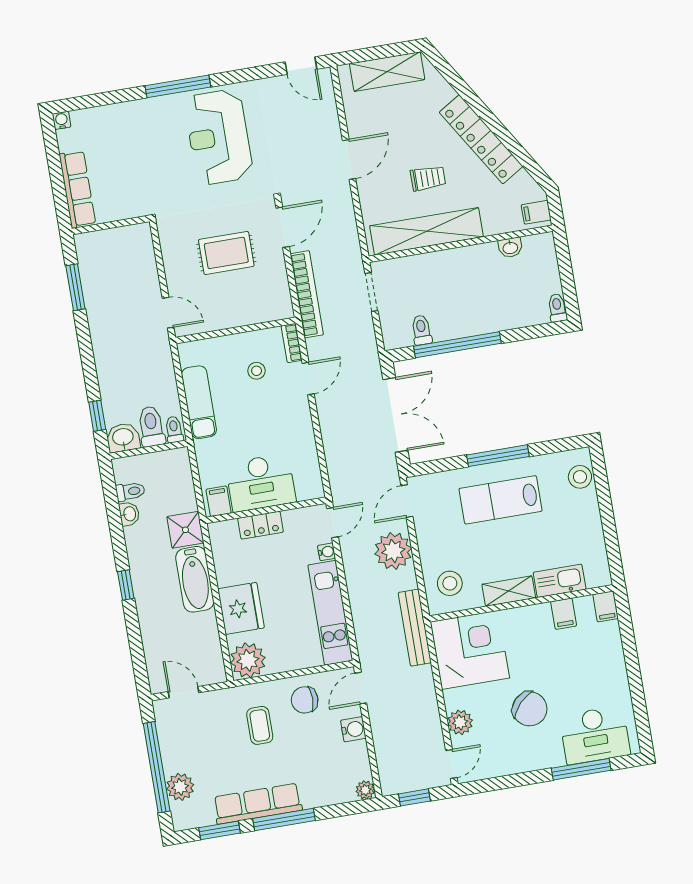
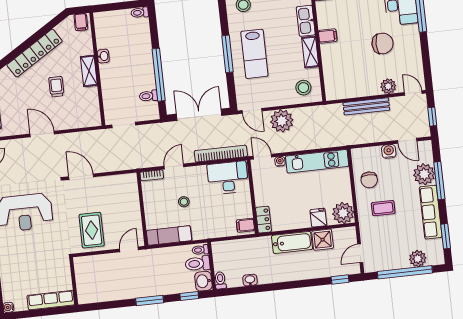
shelving: (426, 231) -> (89, 71), width x0.45, depth x0.75
washbasin: (510, 248) -> (103, 56), moved
rug: (226, 253) -> (92, 230), moved
window: (75, 287) -> (150, 300), moved
bookcase: (307, 294) -> (221, 154), moved
stool: (257, 371) -> (184, 202), moved
door: (308, 378) -> (174, 166), hinge flipped
exam couch: (199, 402) -> (169, 235), moved
desk: (261, 483) -> (228, 178), moved, turned -90
toilet: (130, 491) -> (220, 280), moved
locker: (260, 525) -> (264, 220), moved
shower: (185, 530) -> (323, 240), moved
window: (126, 585) -> (340, 279), moved
fridge: (241, 608) -> (318, 218), width x0.53, depth x0.75
filing cabinet: (564, 614) -> (328, 36), moved
bench: (415, 628) -> (366, 106), moved
corner desk: (470, 650) -> (345, 78), removed
door: (361, 688) -> (407, 141), moved
chair: (530, 709) -> (383, 43), turned 46
plant: (365, 790) -> (424, 174), moved, width x1.88, depth x1.88
window: (284, 820) -> (439, 181), moved

